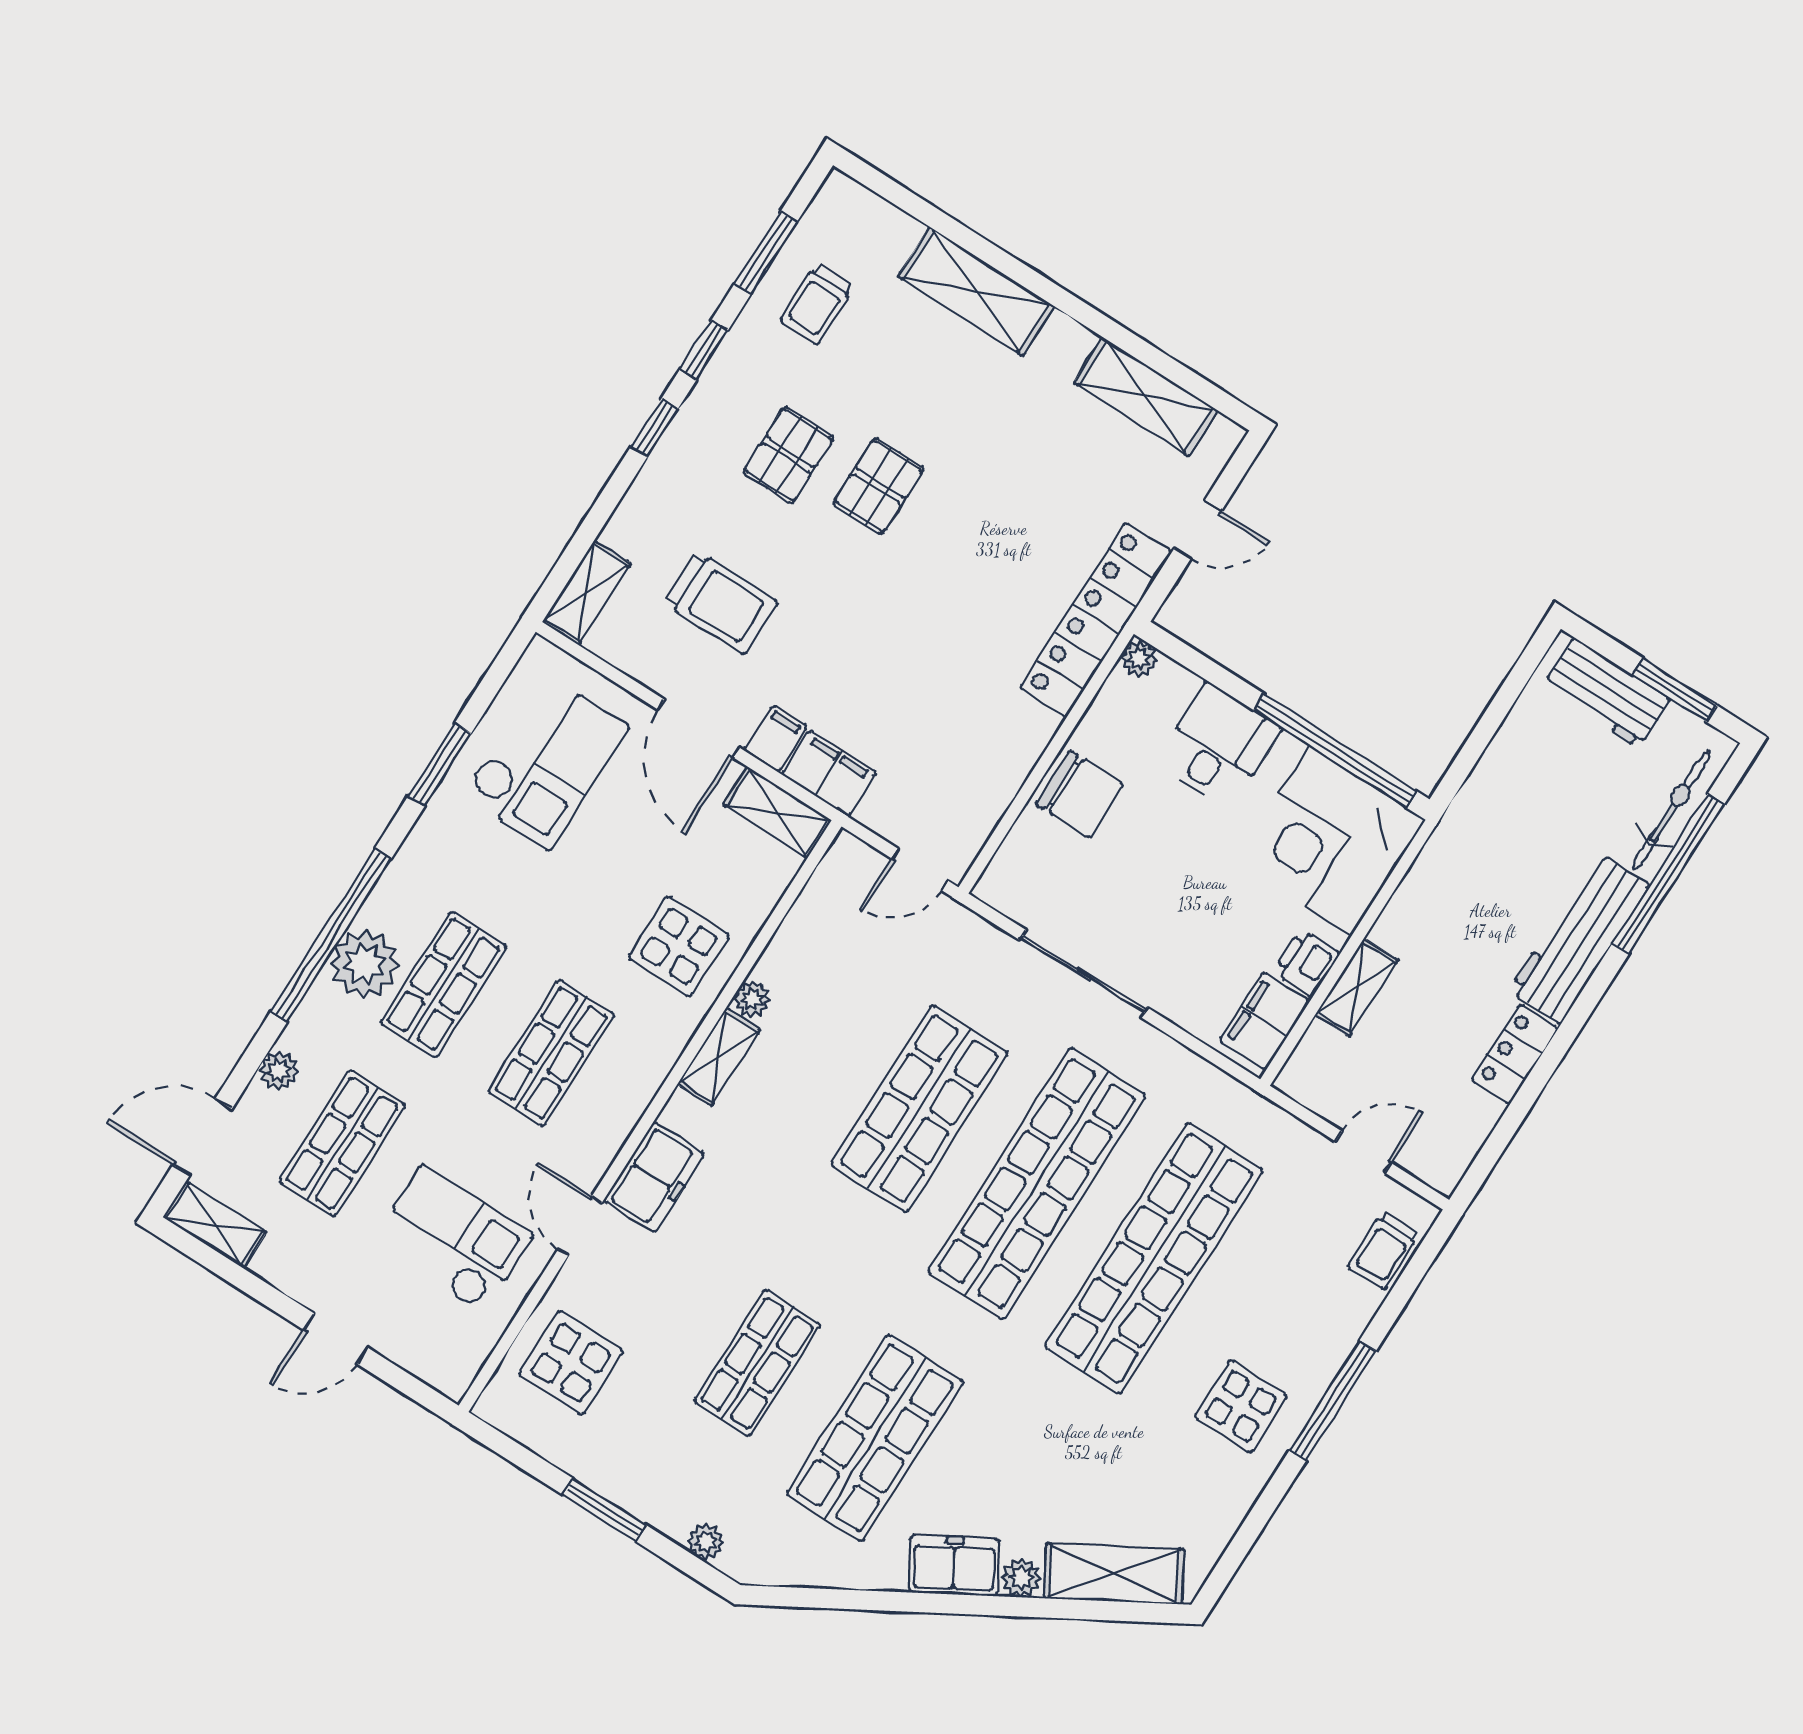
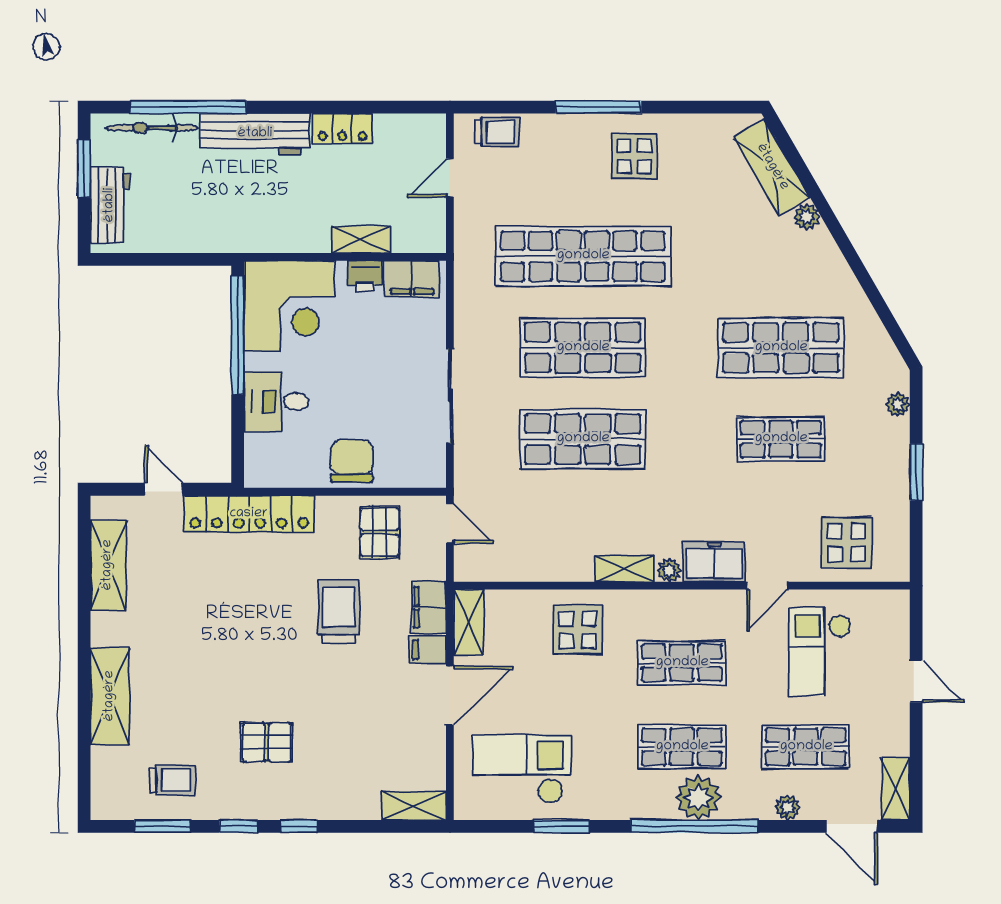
pallet: (878, 486) -> (380, 532), moved, turned 90
trolley: (720, 603) -> (339, 611), moved
plant: (1139, 658) -> (256, 476), removed
plant: (752, 999) -> (669, 570), moved
door: (1363, 1152) -> (450, 178), hinge flipped
shop shelf: (1037, 1184) -> (583, 348), width x0.71
freezer: (954, 1566) -> (824, 259), removed

